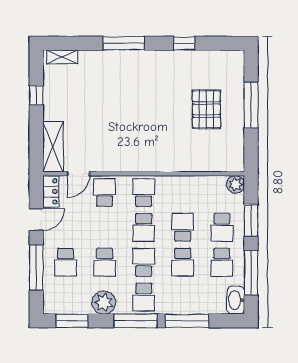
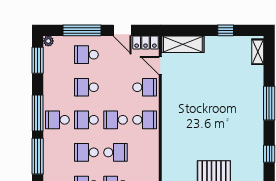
school desk: (144, 262) -> (86, 120), turned 180
plant: (104, 302) -> (48, 41), moved, width x0.53, depth x0.53

